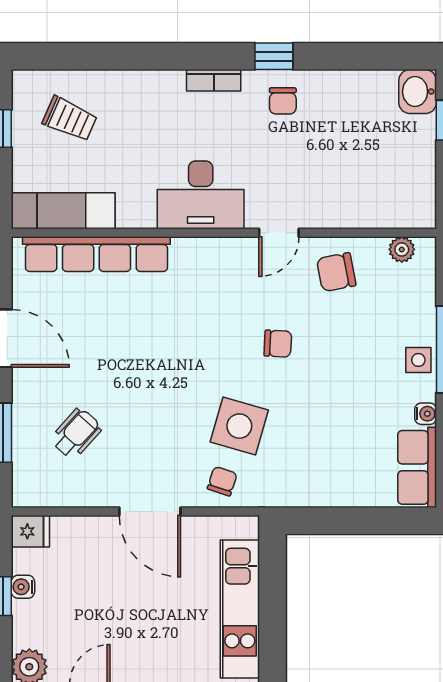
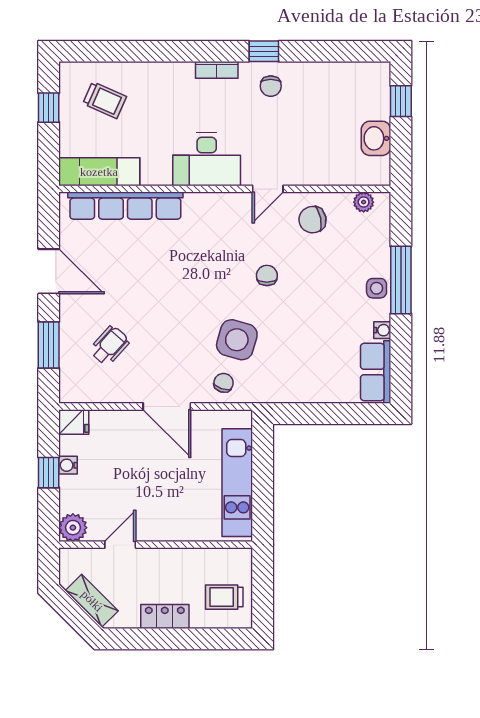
washbasin: (418, 92) -> (376, 138), moved
chair: (278, 344) -> (267, 275), turned -93

